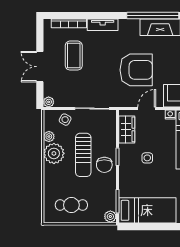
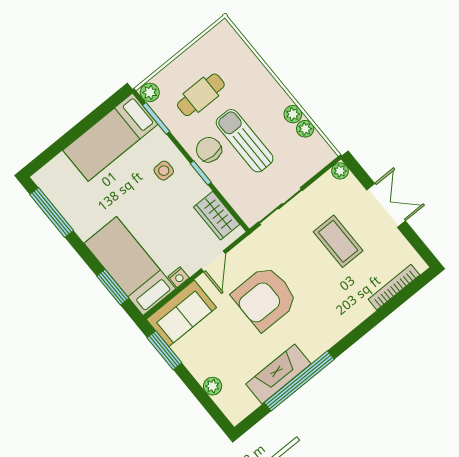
tv unit: (103, 25) -> (351, 319), removed
coffee table: (74, 56) -> (338, 241), moved
side table: (65, 120) -> (302, 166), removed
plant: (54, 153) -> (293, 114), width x0.53, depth x0.53
side table: (147, 158) -> (164, 171), moved
cafe table: (71, 205) -> (201, 95), moved

